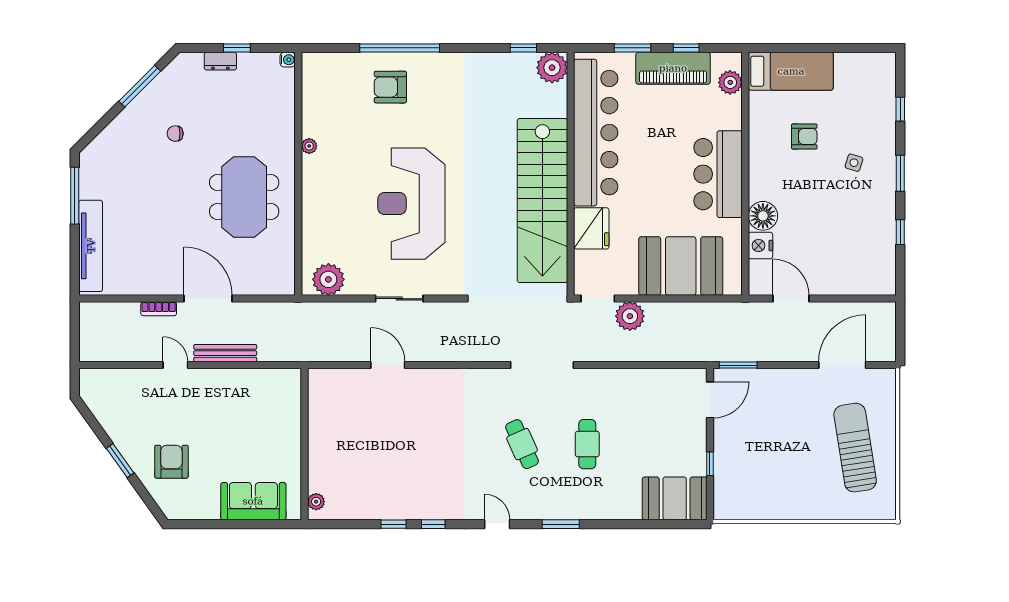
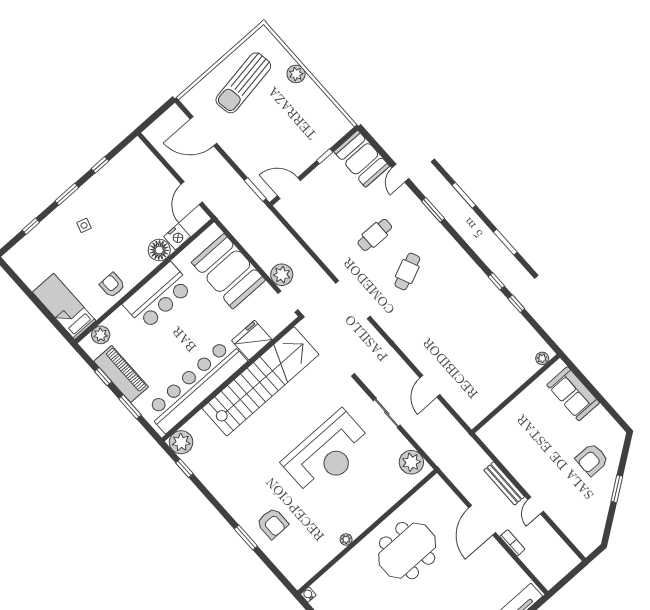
window: (400, 48) -> (246, 538), width x0.47
armchair: (804, 137) -> (112, 285), moved
plant: (817, 508) -> (296, 74), added
door: (497, 524) -> (400, 173), moved

